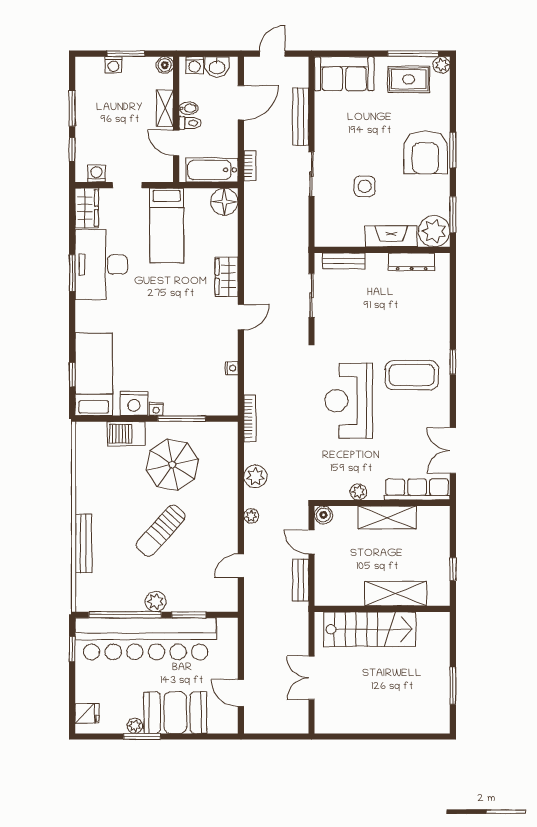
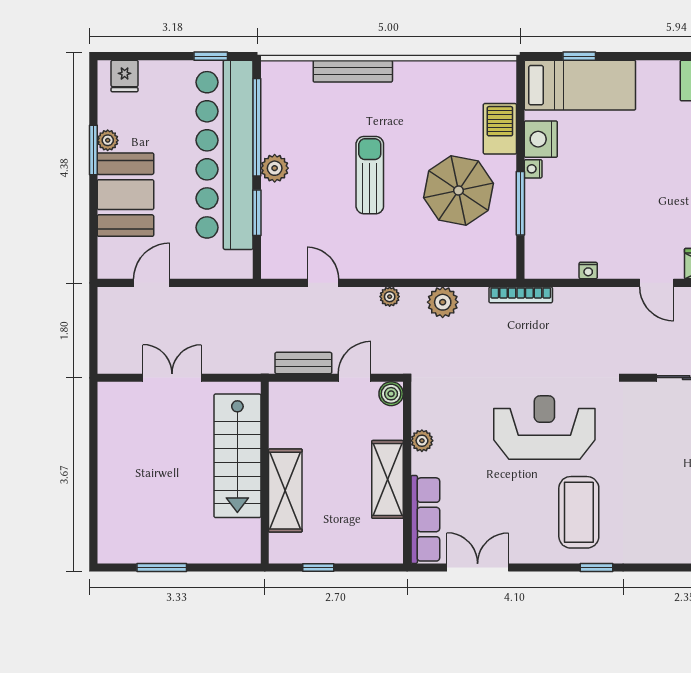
sun lounger: (161, 531) -> (370, 175), turned 48

